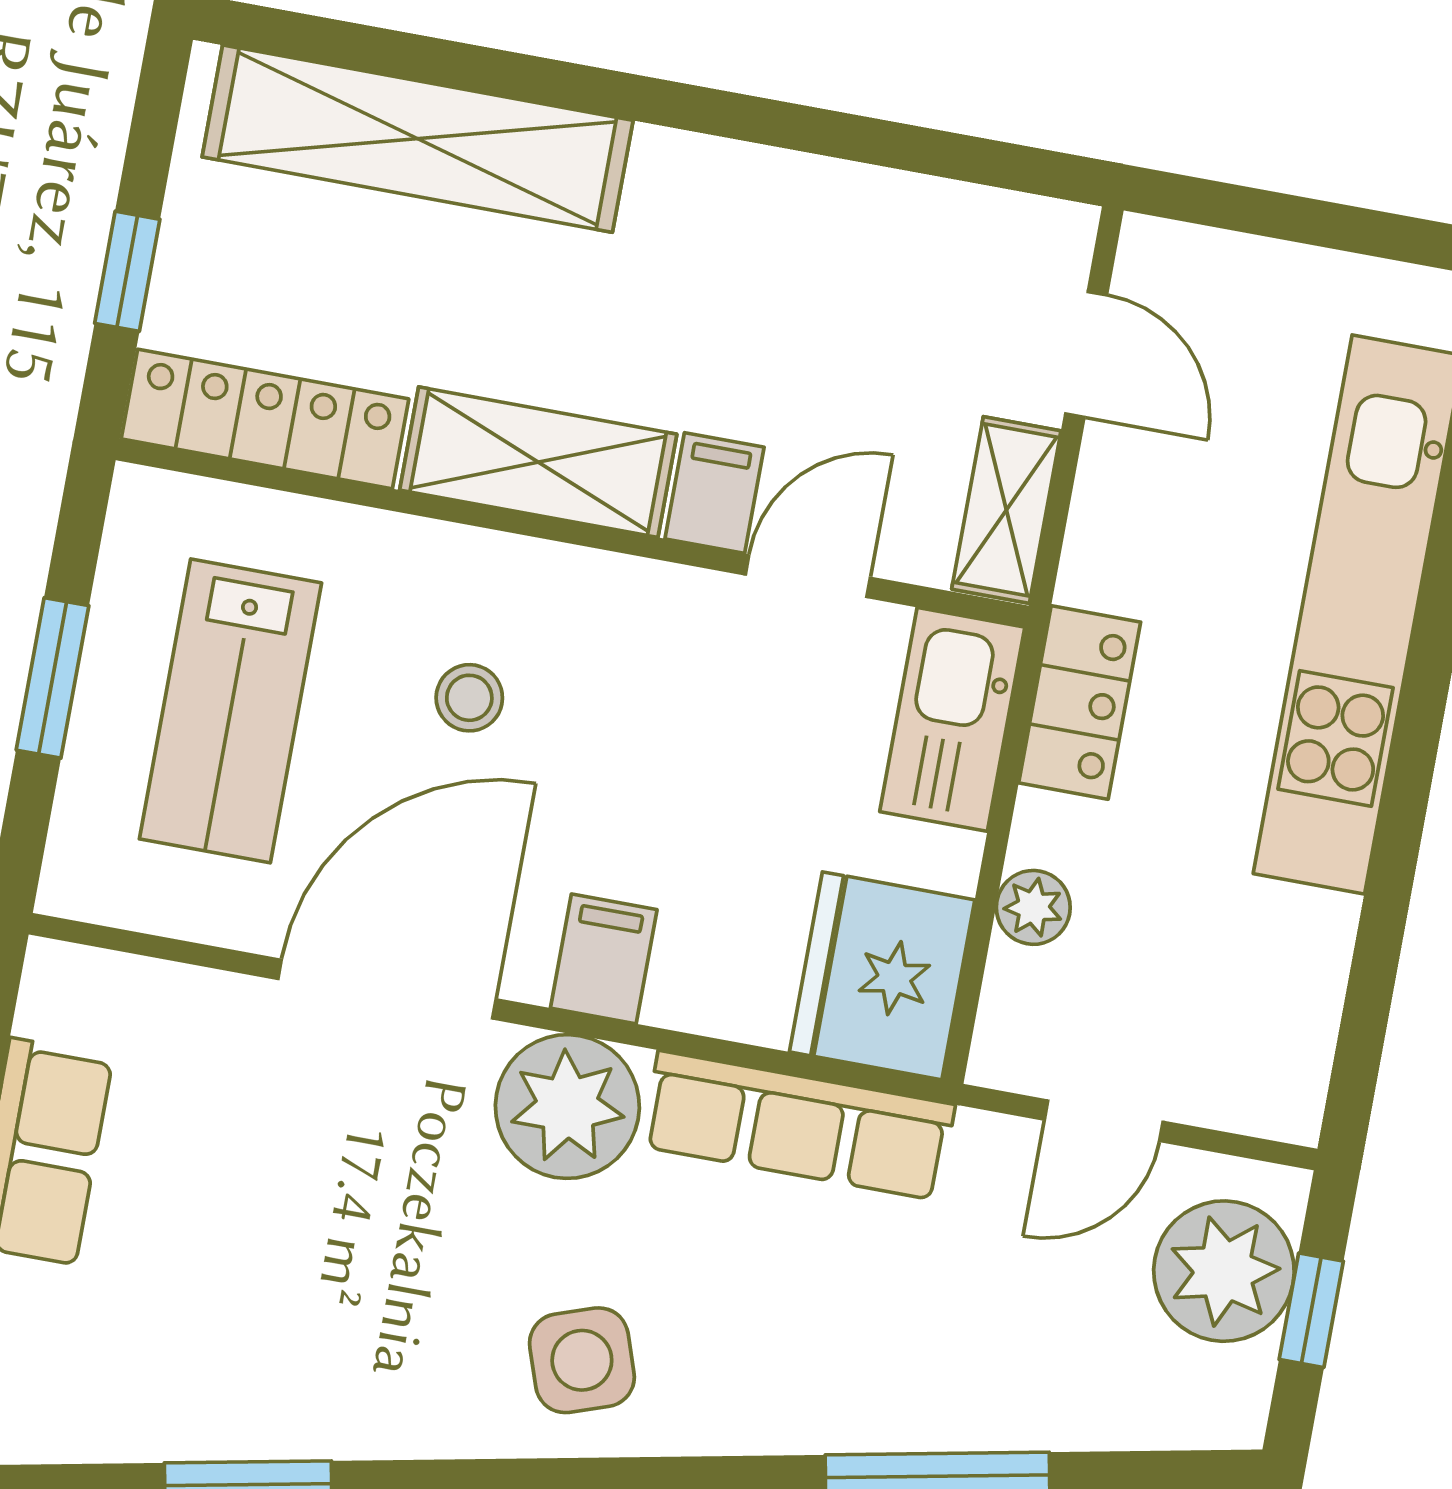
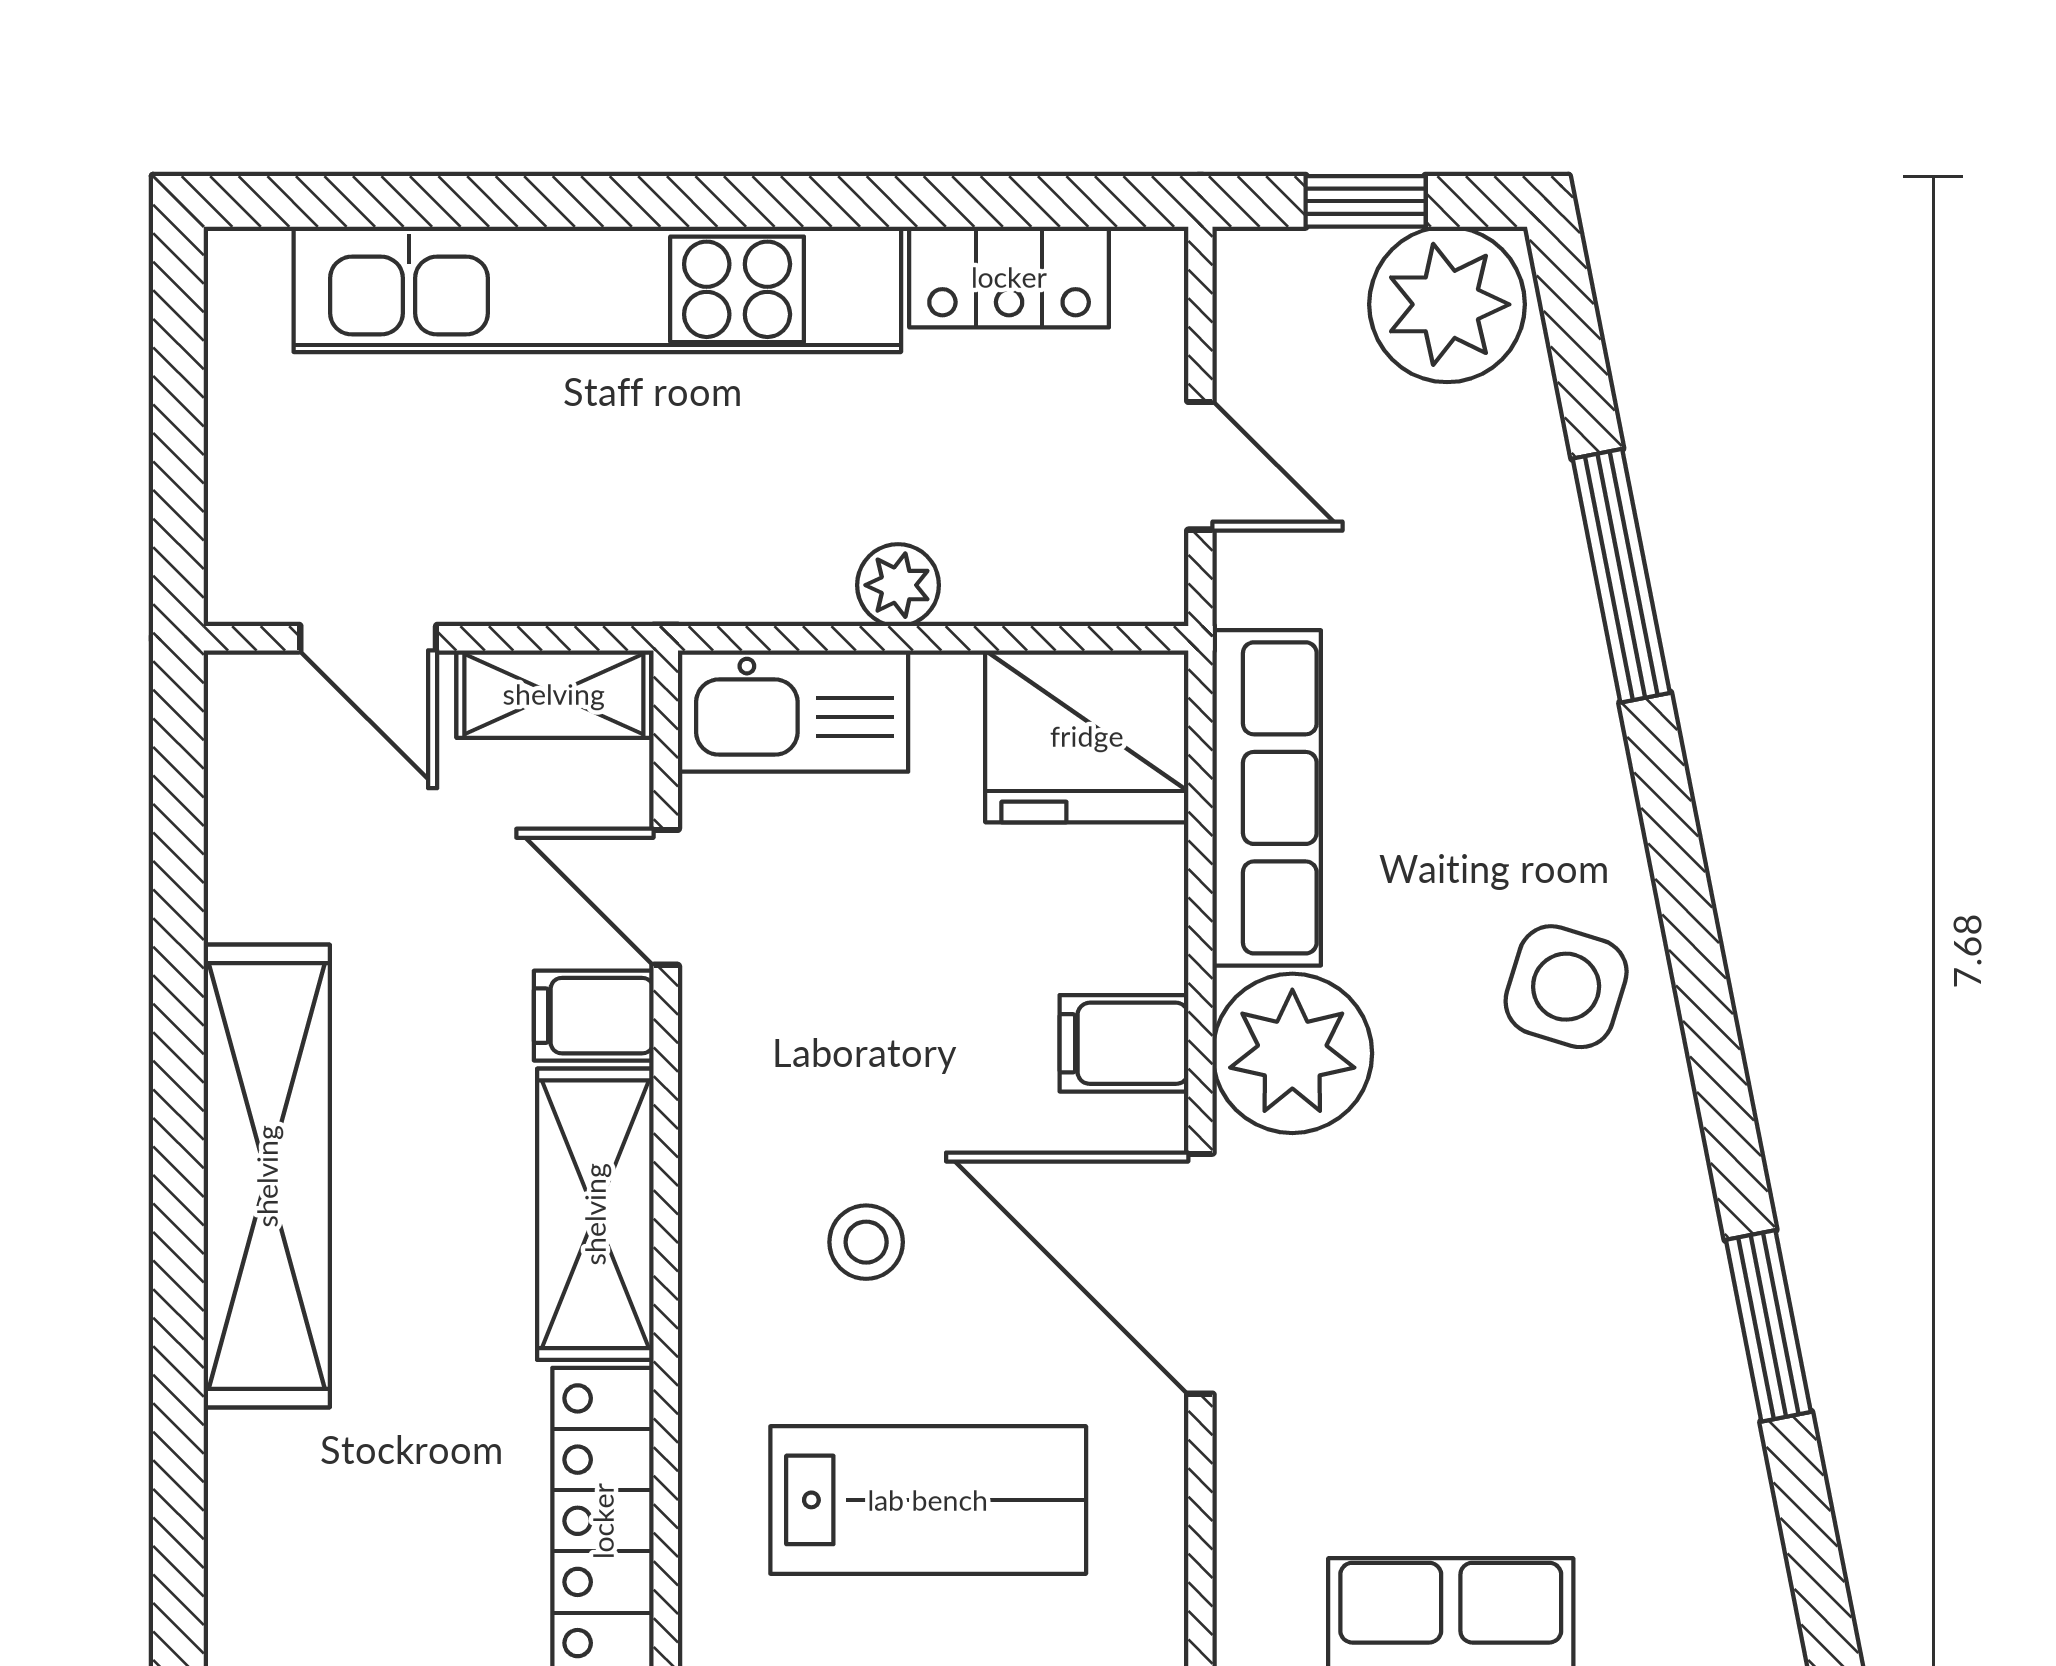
shelving: (418, 139) -> (267, 1176), moved
door: (1086, 354) -> (368, 638), swing flipped
locker: (1080, 702) -> (1009, 277), moved, turned 180
plant: (1033, 907) -> (898, 585), moved
plant: (1224, 1271) -> (1447, 304), moved
side table: (582, 1360) -> (1566, 987), turned 36

